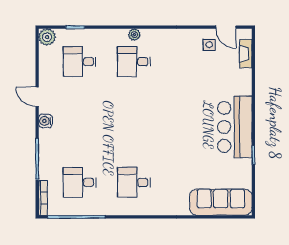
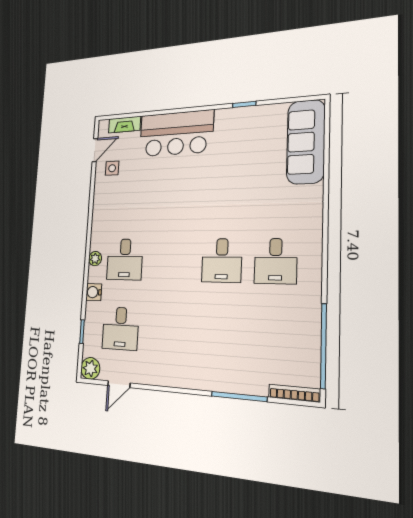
door: (37, 97) -> (119, 384), moved
water cooler: (45, 121) -> (94, 292), moved, turned 90
bar counter: (235, 127) -> (176, 133), moved
desk: (80, 182) -> (222, 260), moved

